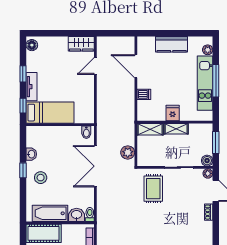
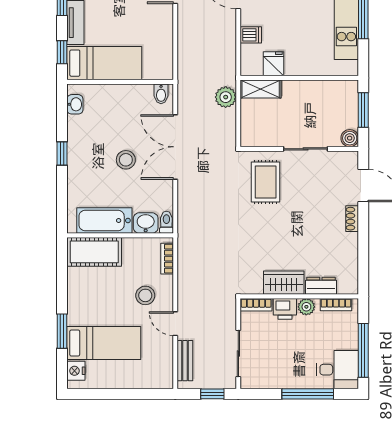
fridge: (173, 113) -> (274, 64), moved
shelving: (176, 129) -> (301, 88), removed
plant: (128, 152) -> (226, 97), moved
washbasin: (31, 154) -> (75, 104), moved
plant: (208, 173) -> (351, 158), removed
stool: (41, 178) -> (126, 160), moved

